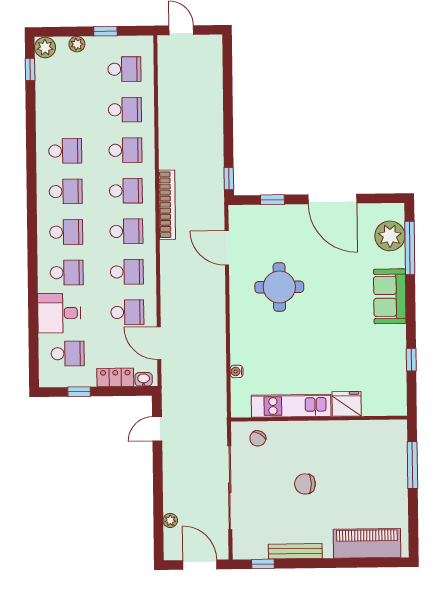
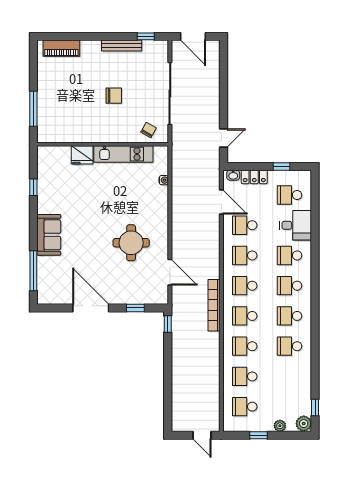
plant: (390, 236) -> (48, 280), removed
plant: (170, 520) -> (215, 70), removed
piano: (367, 543) -> (61, 48), width x0.73, depth x0.75

